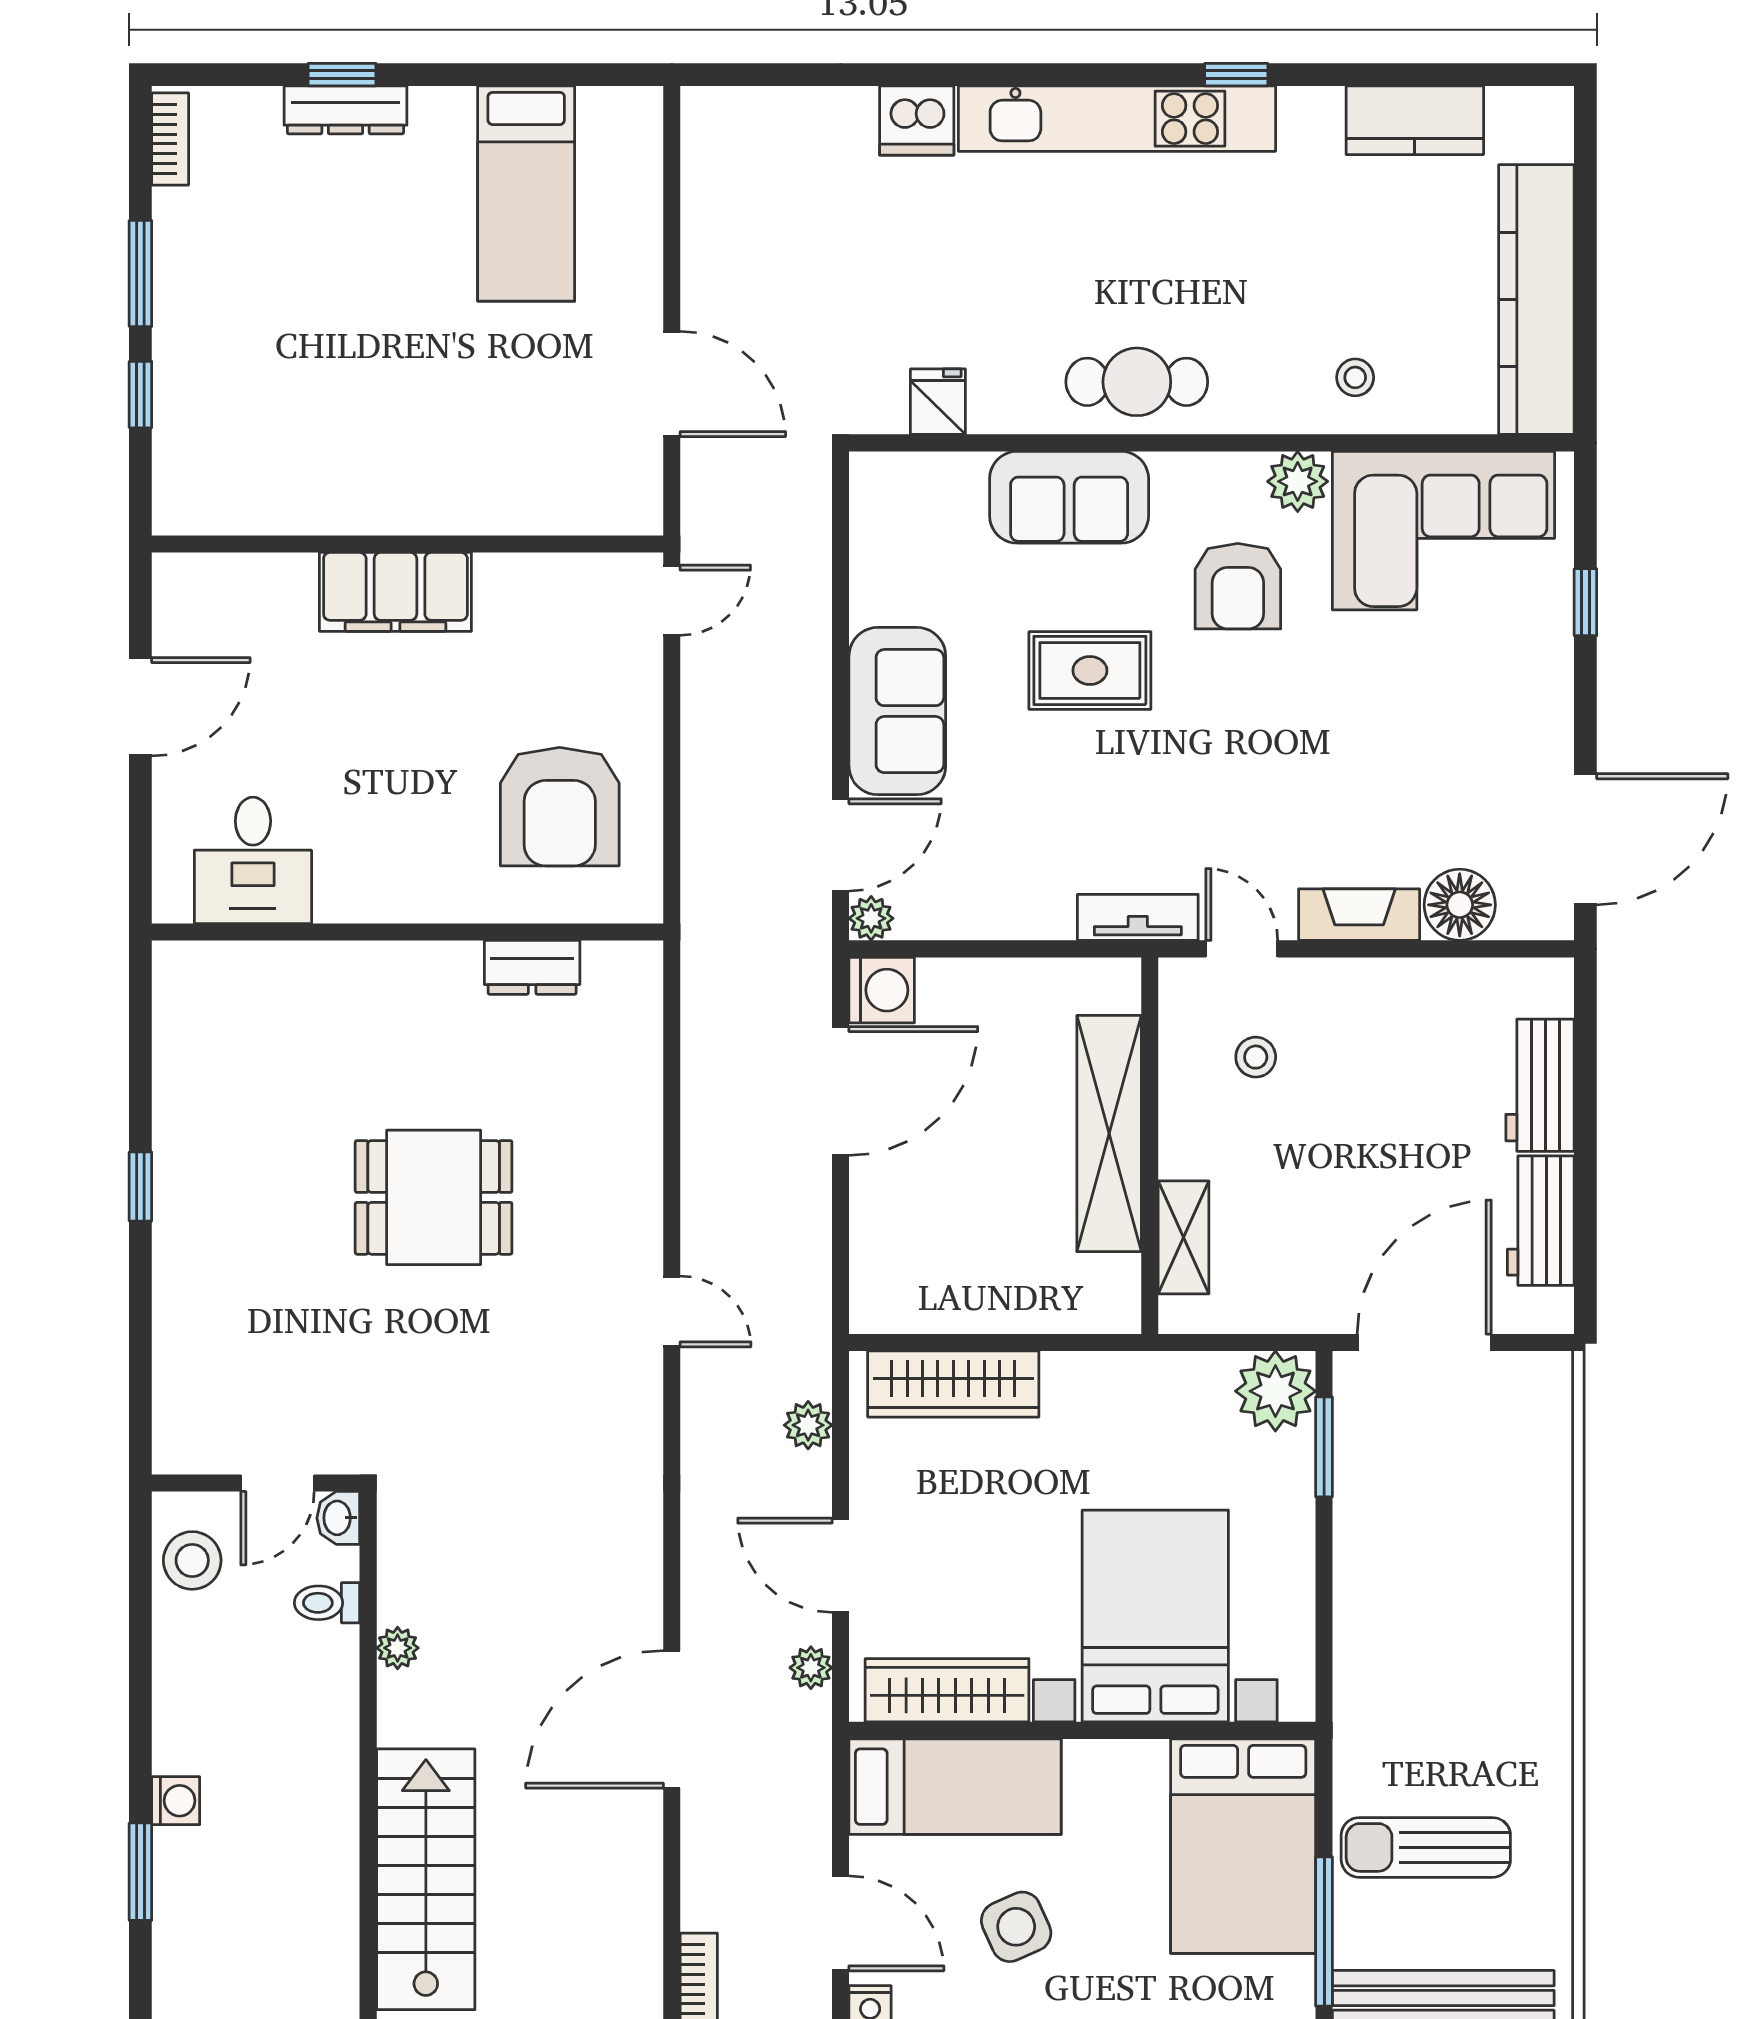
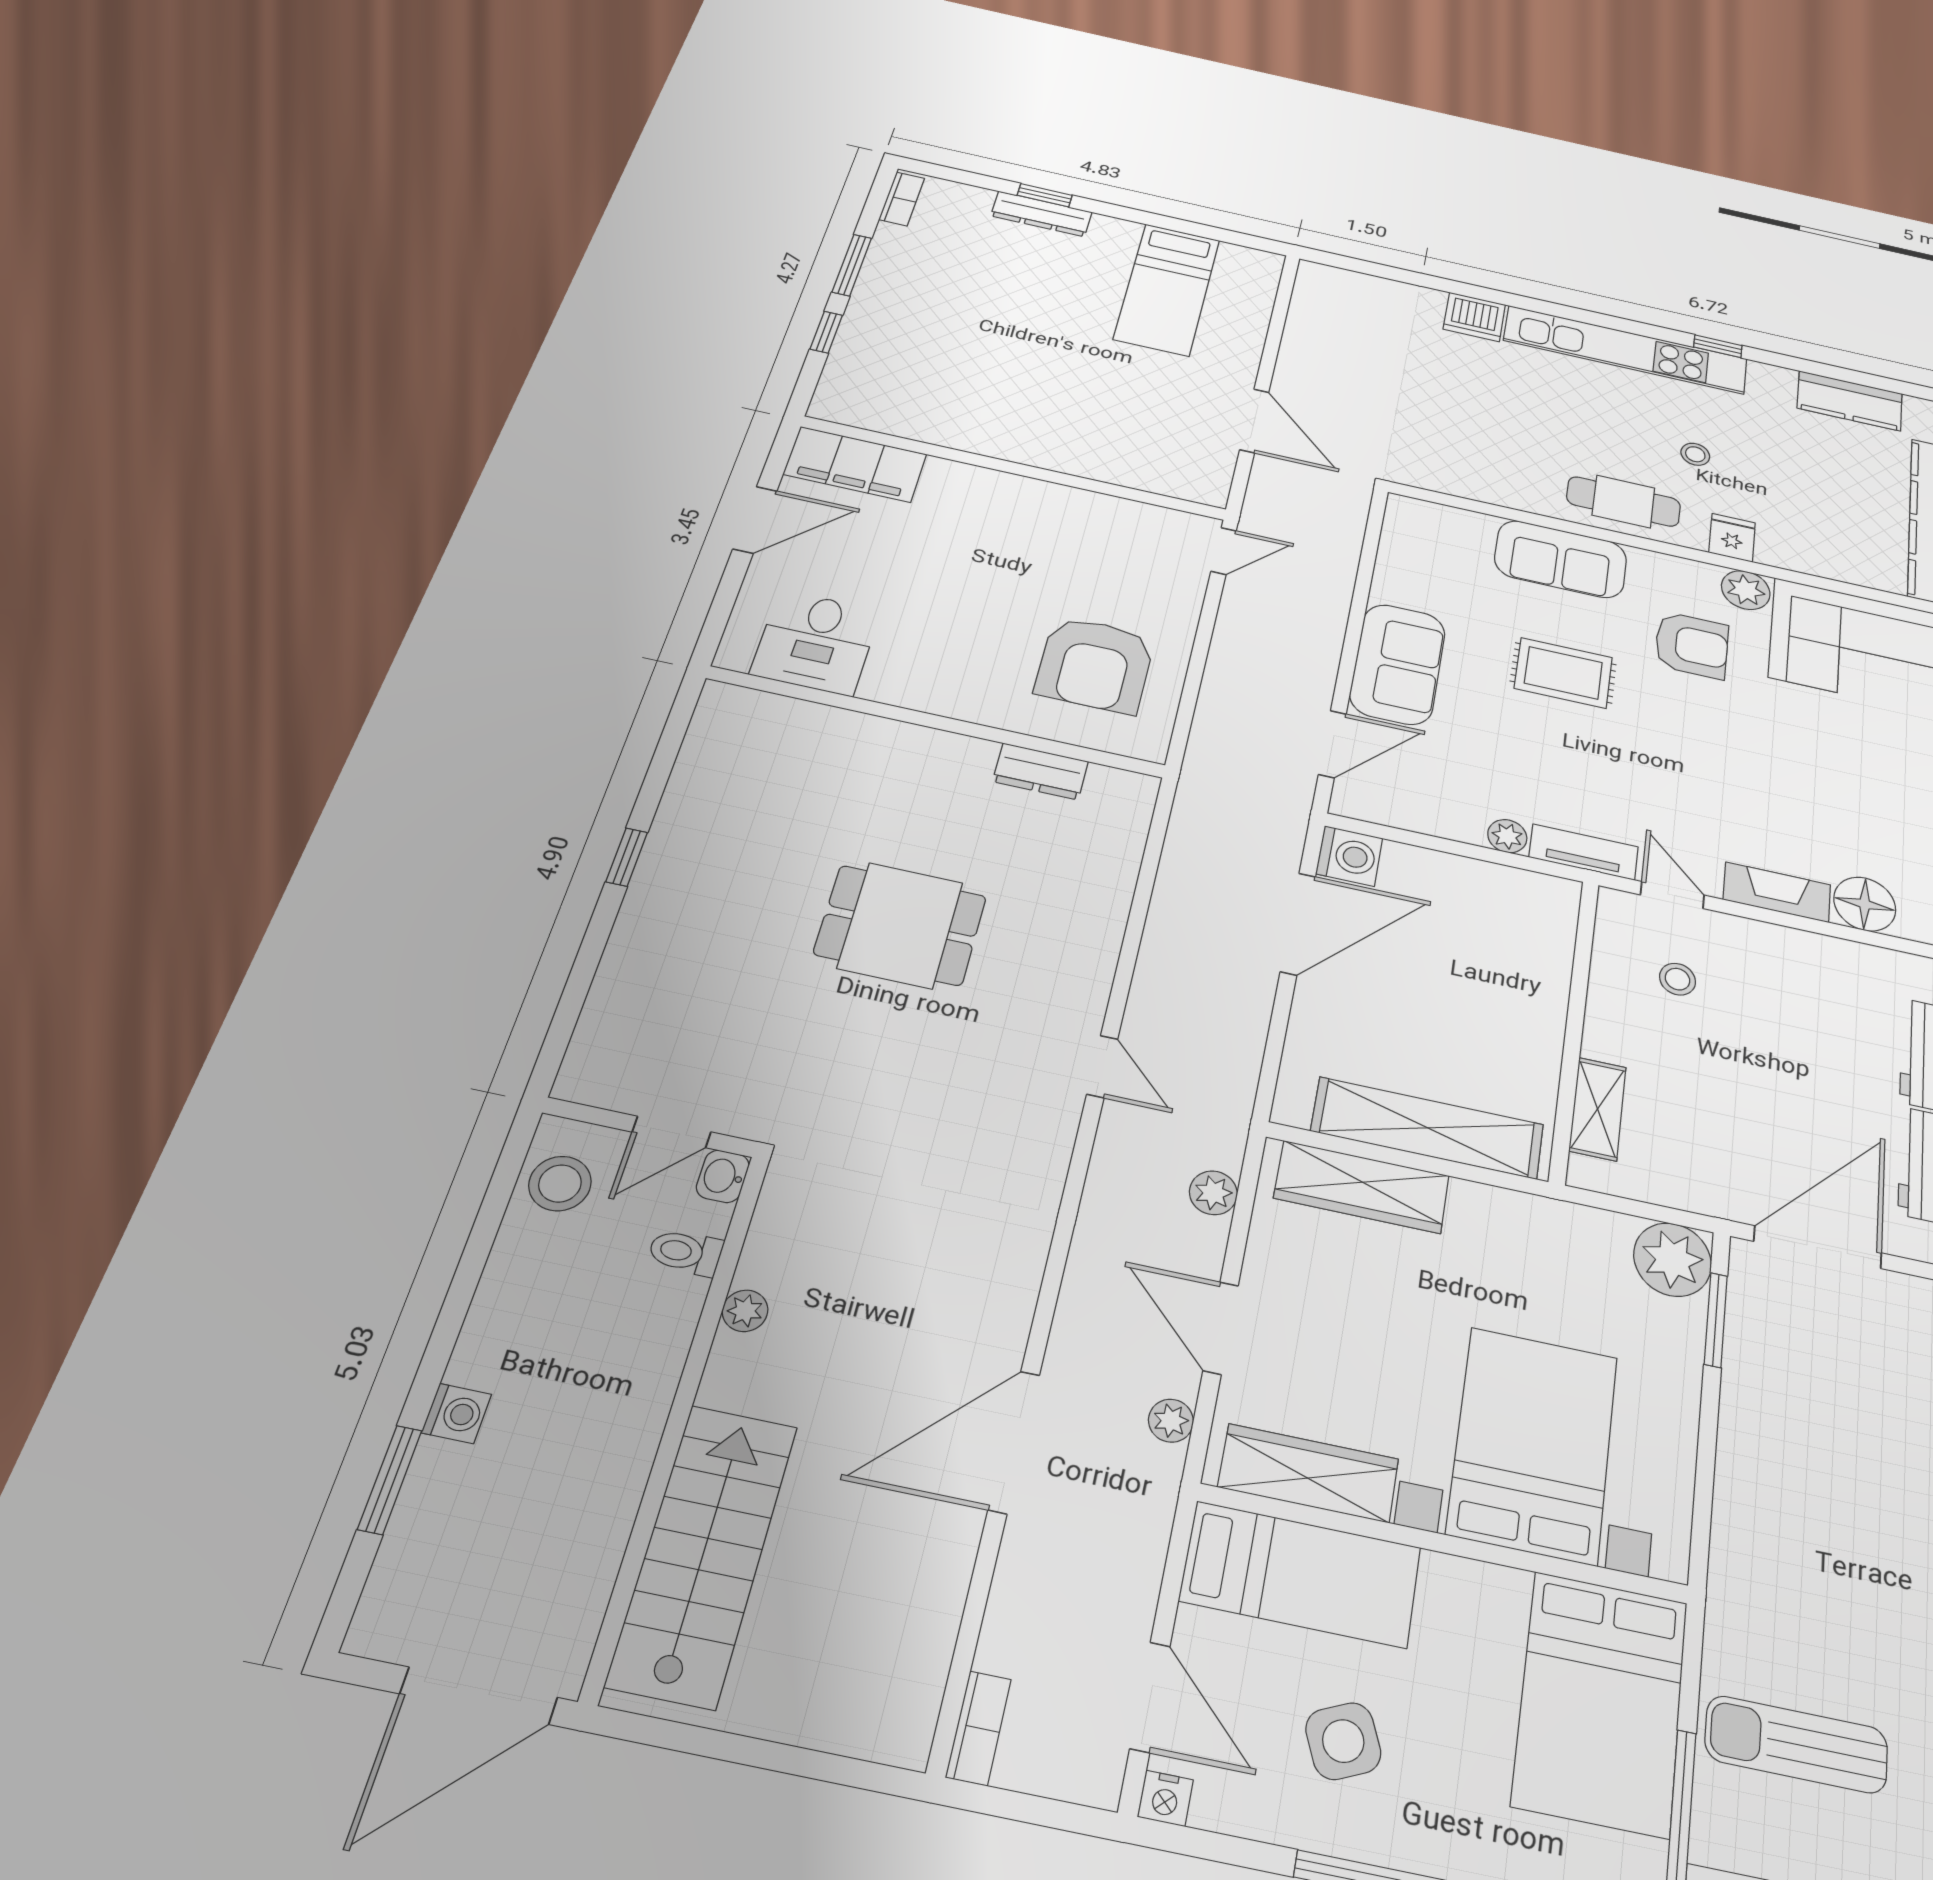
stool: (1355, 377) -> (1695, 454), moved
fridge: (938, 402) -> (1732, 538), moved
armchair: (1238, 586) -> (1692, 645), turned -90
filing cabinet: (395, 592) -> (855, 464), moved
plant: (871, 918) -> (1507, 836), moved
shelving: (1109, 1134) -> (1428, 1128), moved, turned 90

